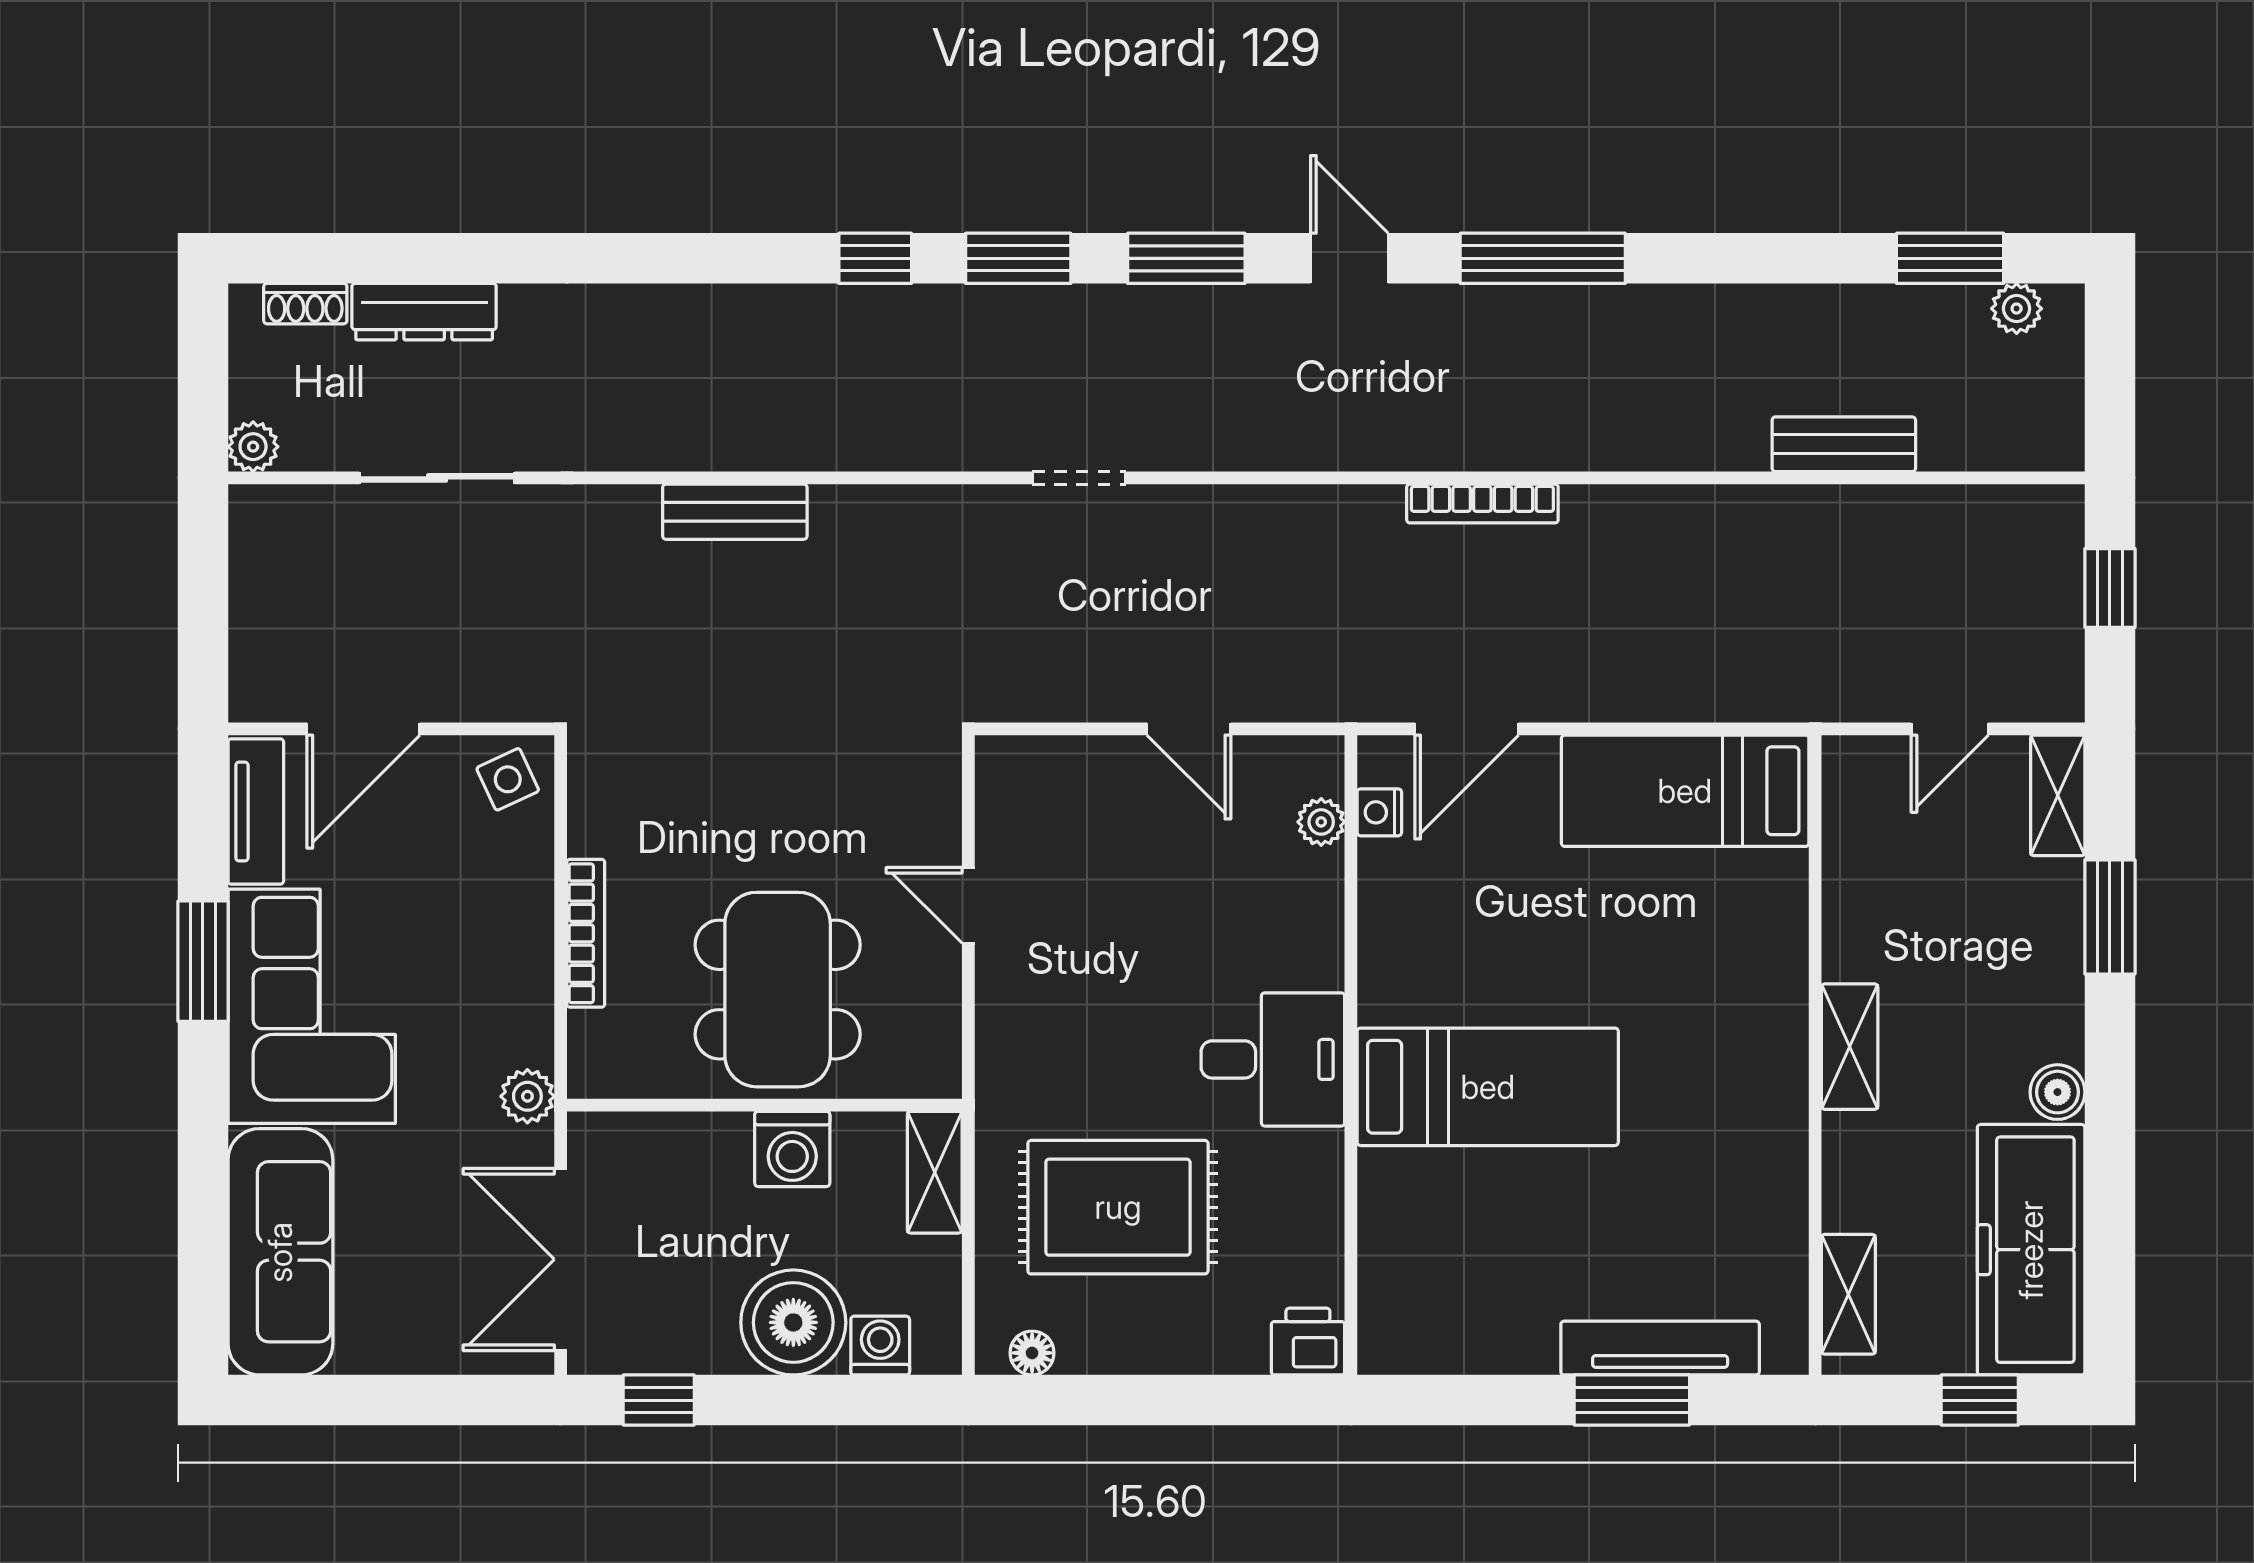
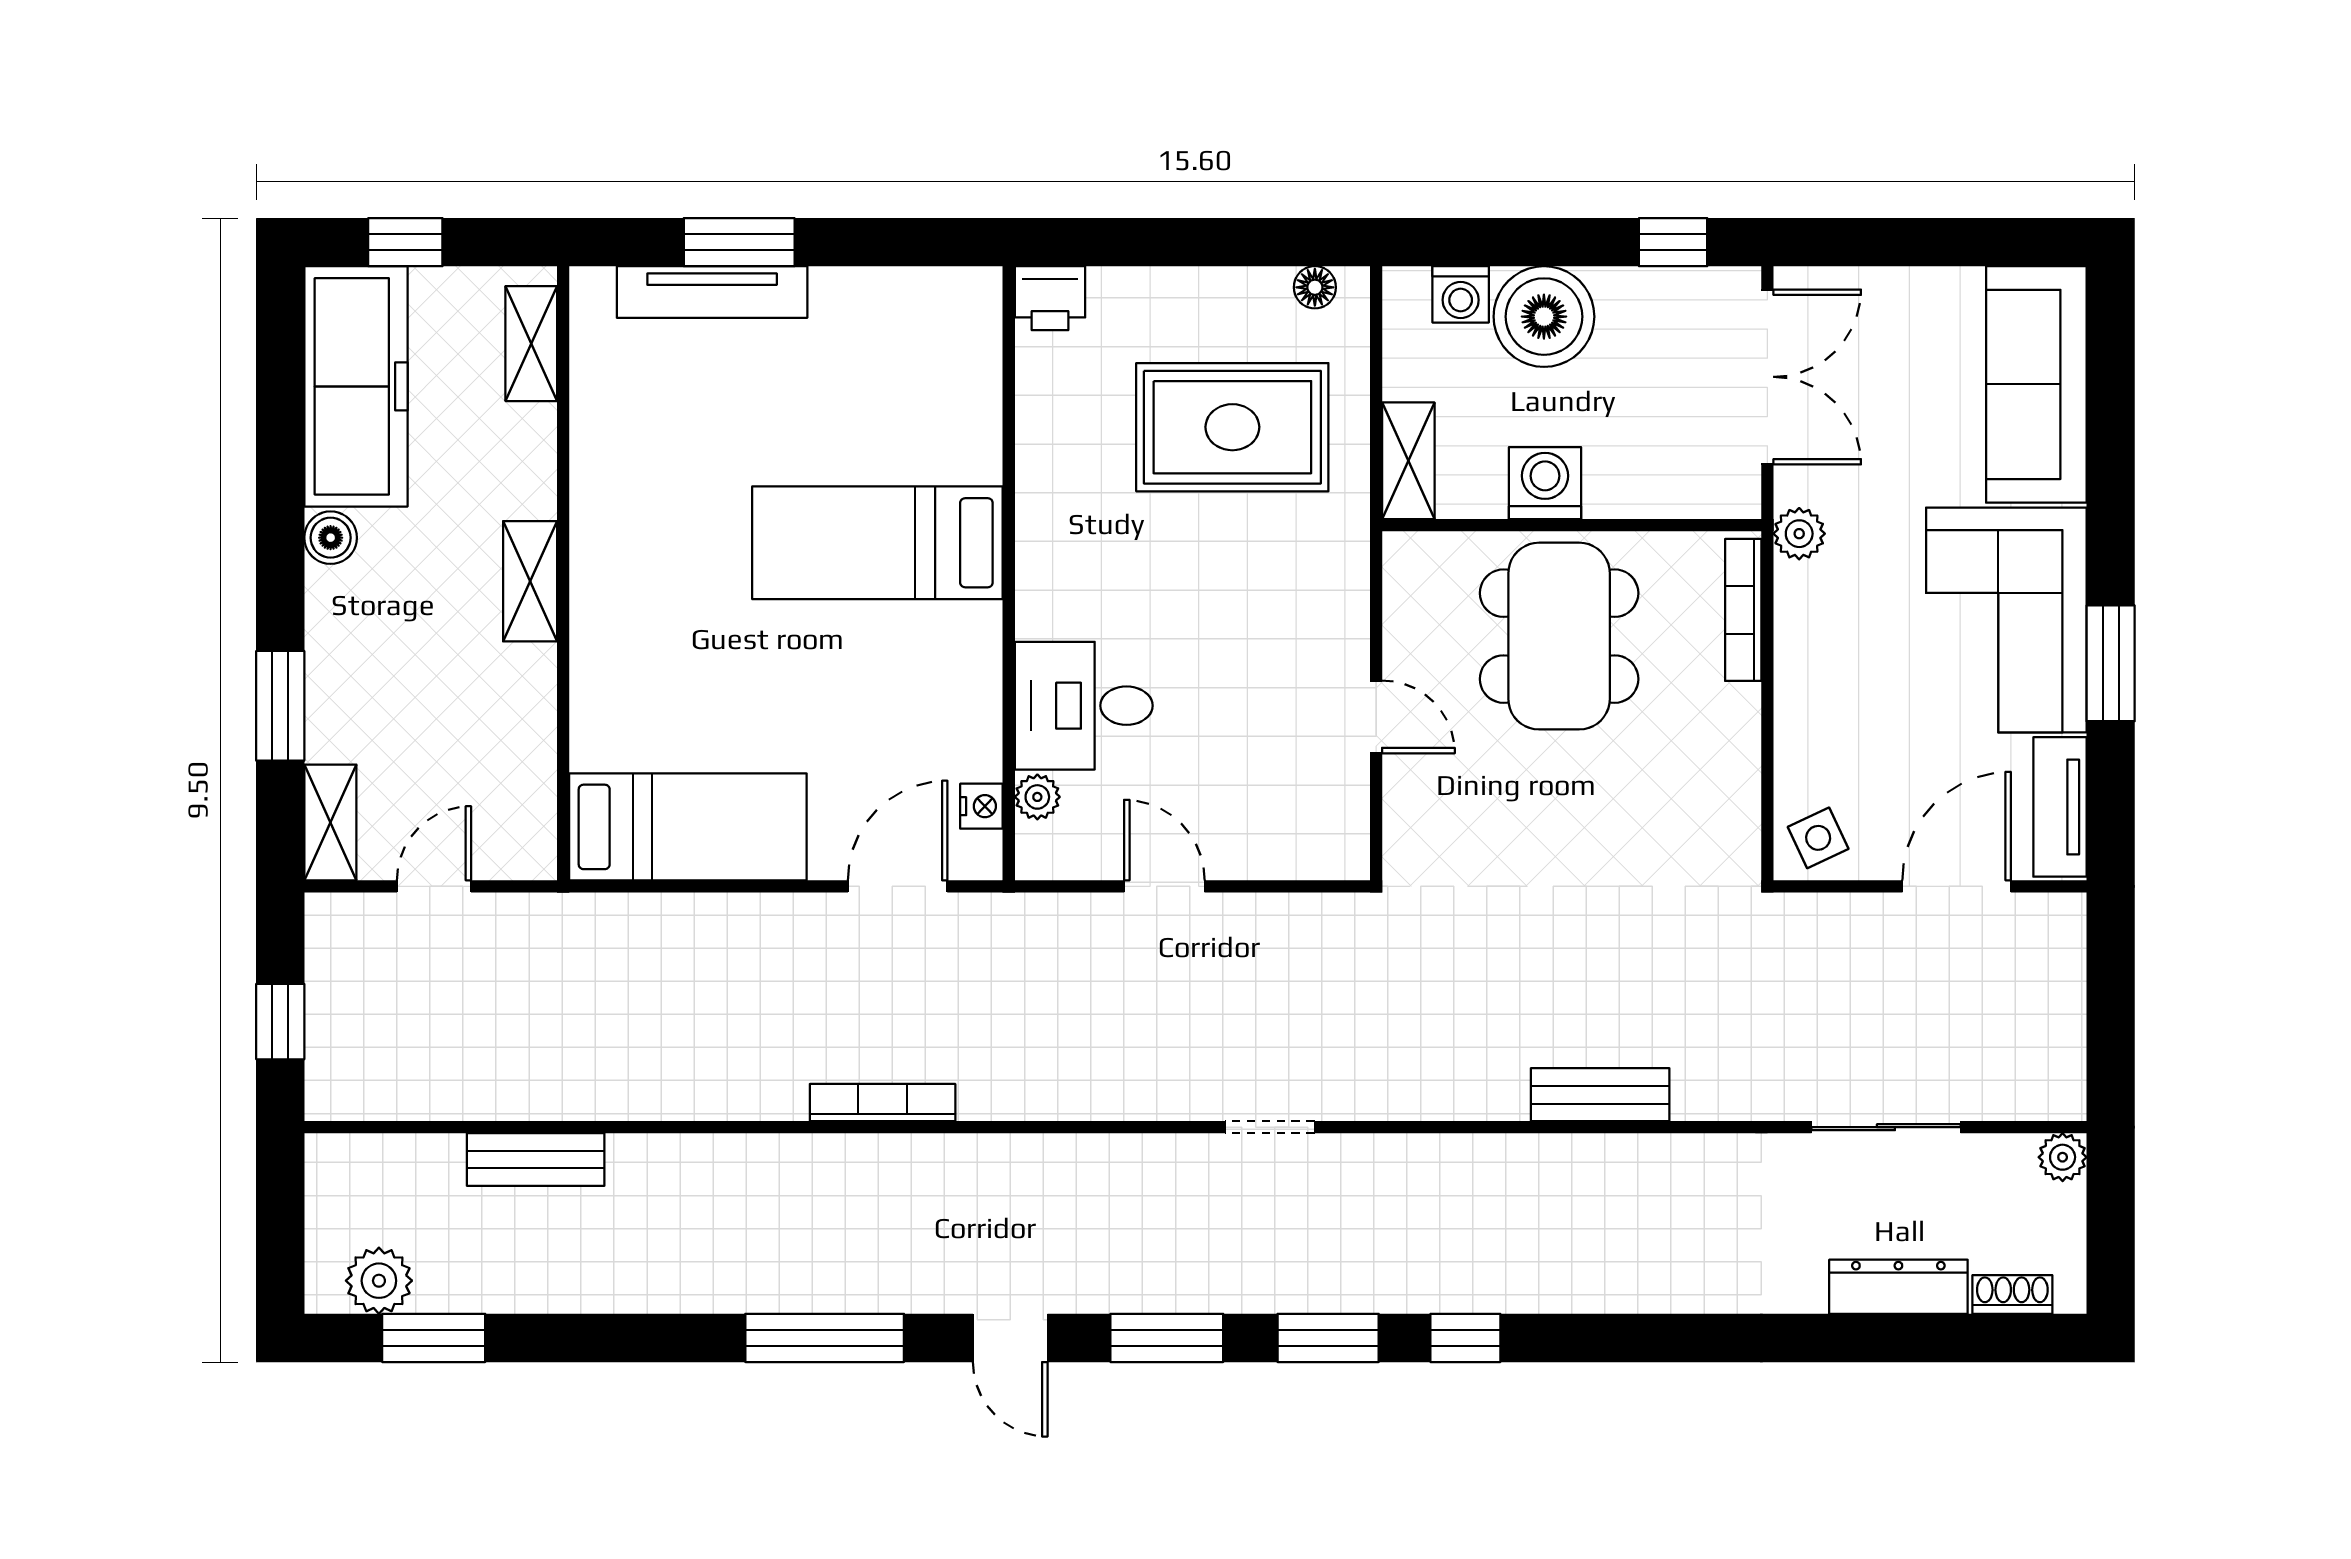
plant: (2017, 309) -> (379, 1281), width x1.38, depth x1.38
bookcase: (586, 933) -> (1743, 610), moved
desk: (1273, 1059) -> (1084, 706), moved

